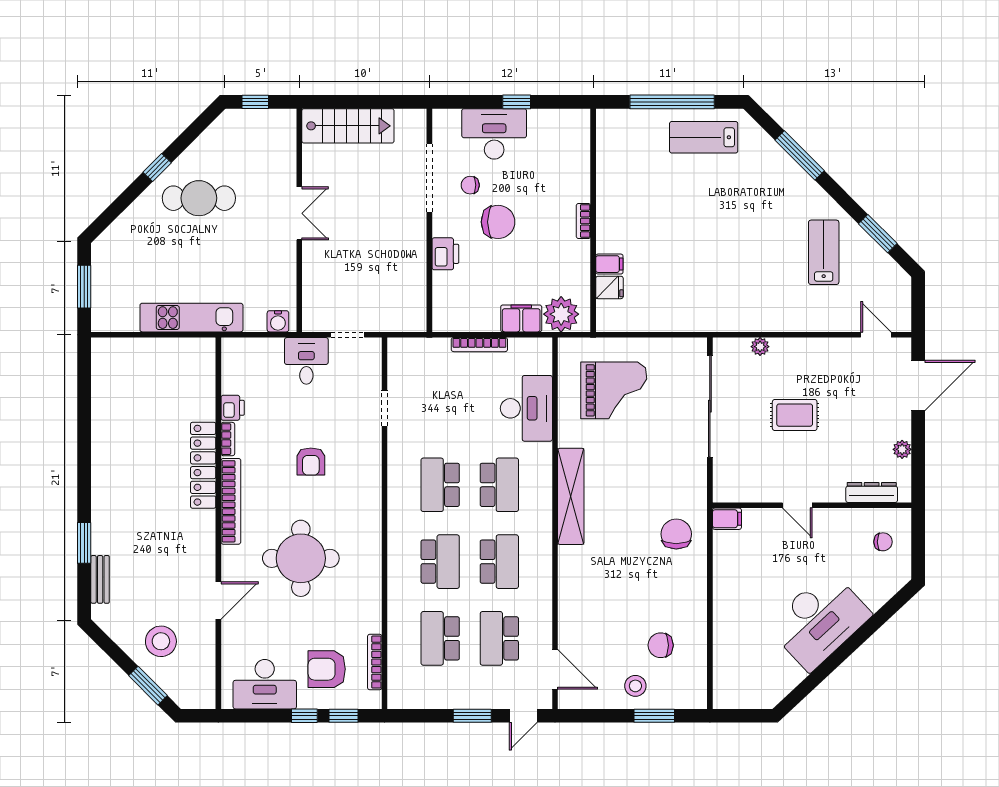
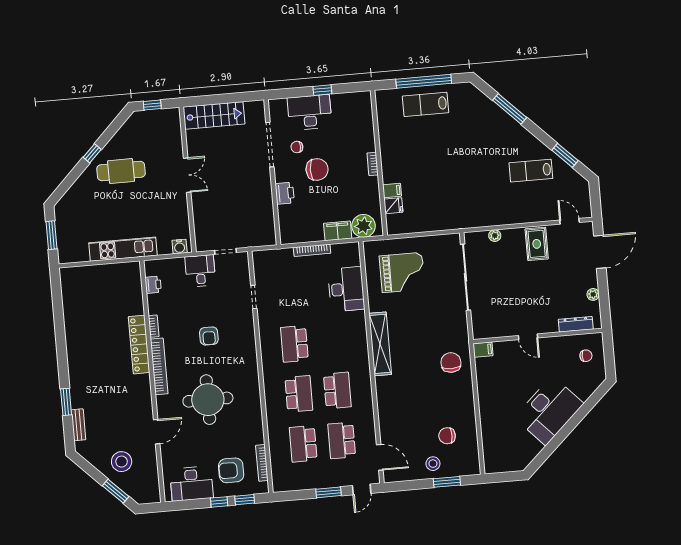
lab bench: (704, 137) -> (426, 104), moved
lab bench: (824, 252) -> (531, 171), turned -90
printer: (233, 408) -> (153, 285), moved
rug: (795, 415) -> (537, 244), moved, turned 90
school desk: (499, 485) -> (333, 340), removed

